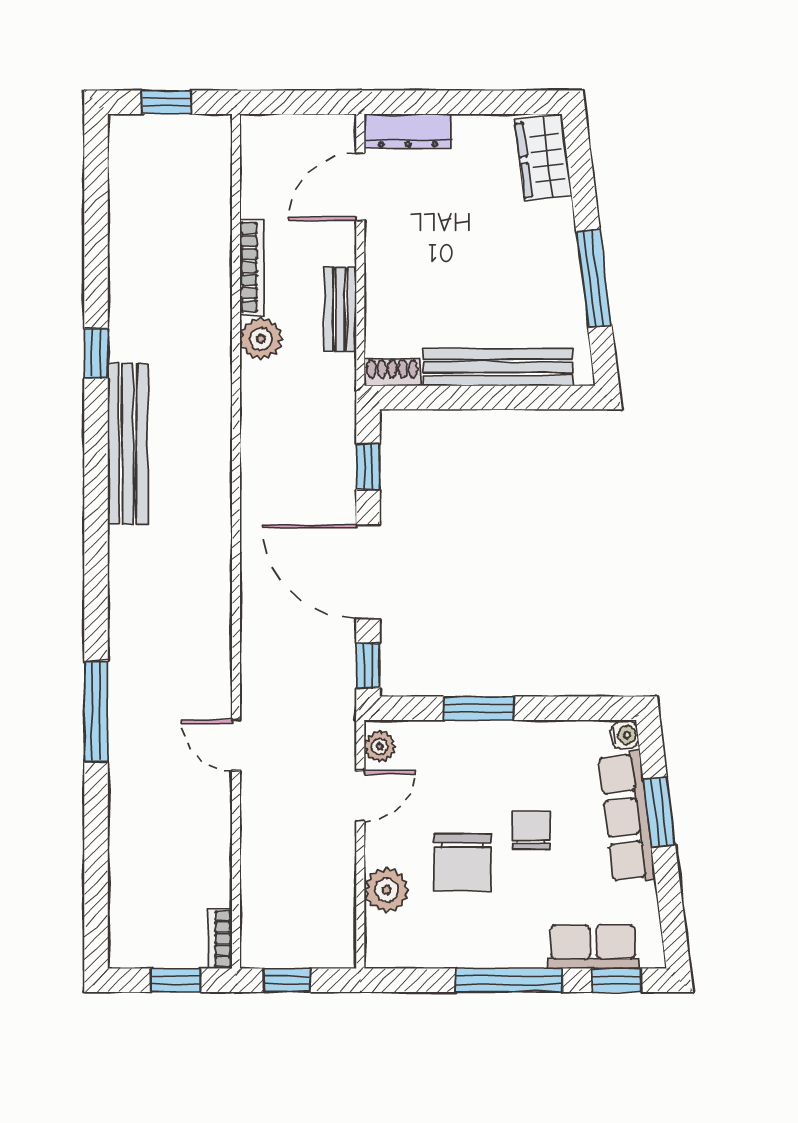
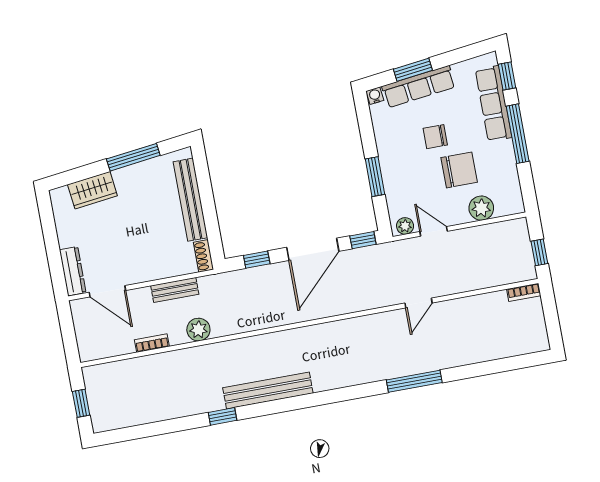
wardrobe: (544, 158) -> (92, 190), moved
bookcase: (252, 267) -> (152, 343), width x0.64
row of seats: (593, 947) -> (494, 104), width x1.48
window: (176, 980) -> (550, 312), removed

